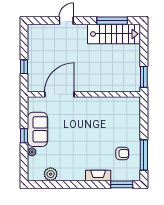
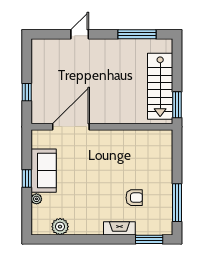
stairs: (114, 34) -> (160, 86), moved, turned 90
armchair: (122, 153) -> (134, 198), moved

